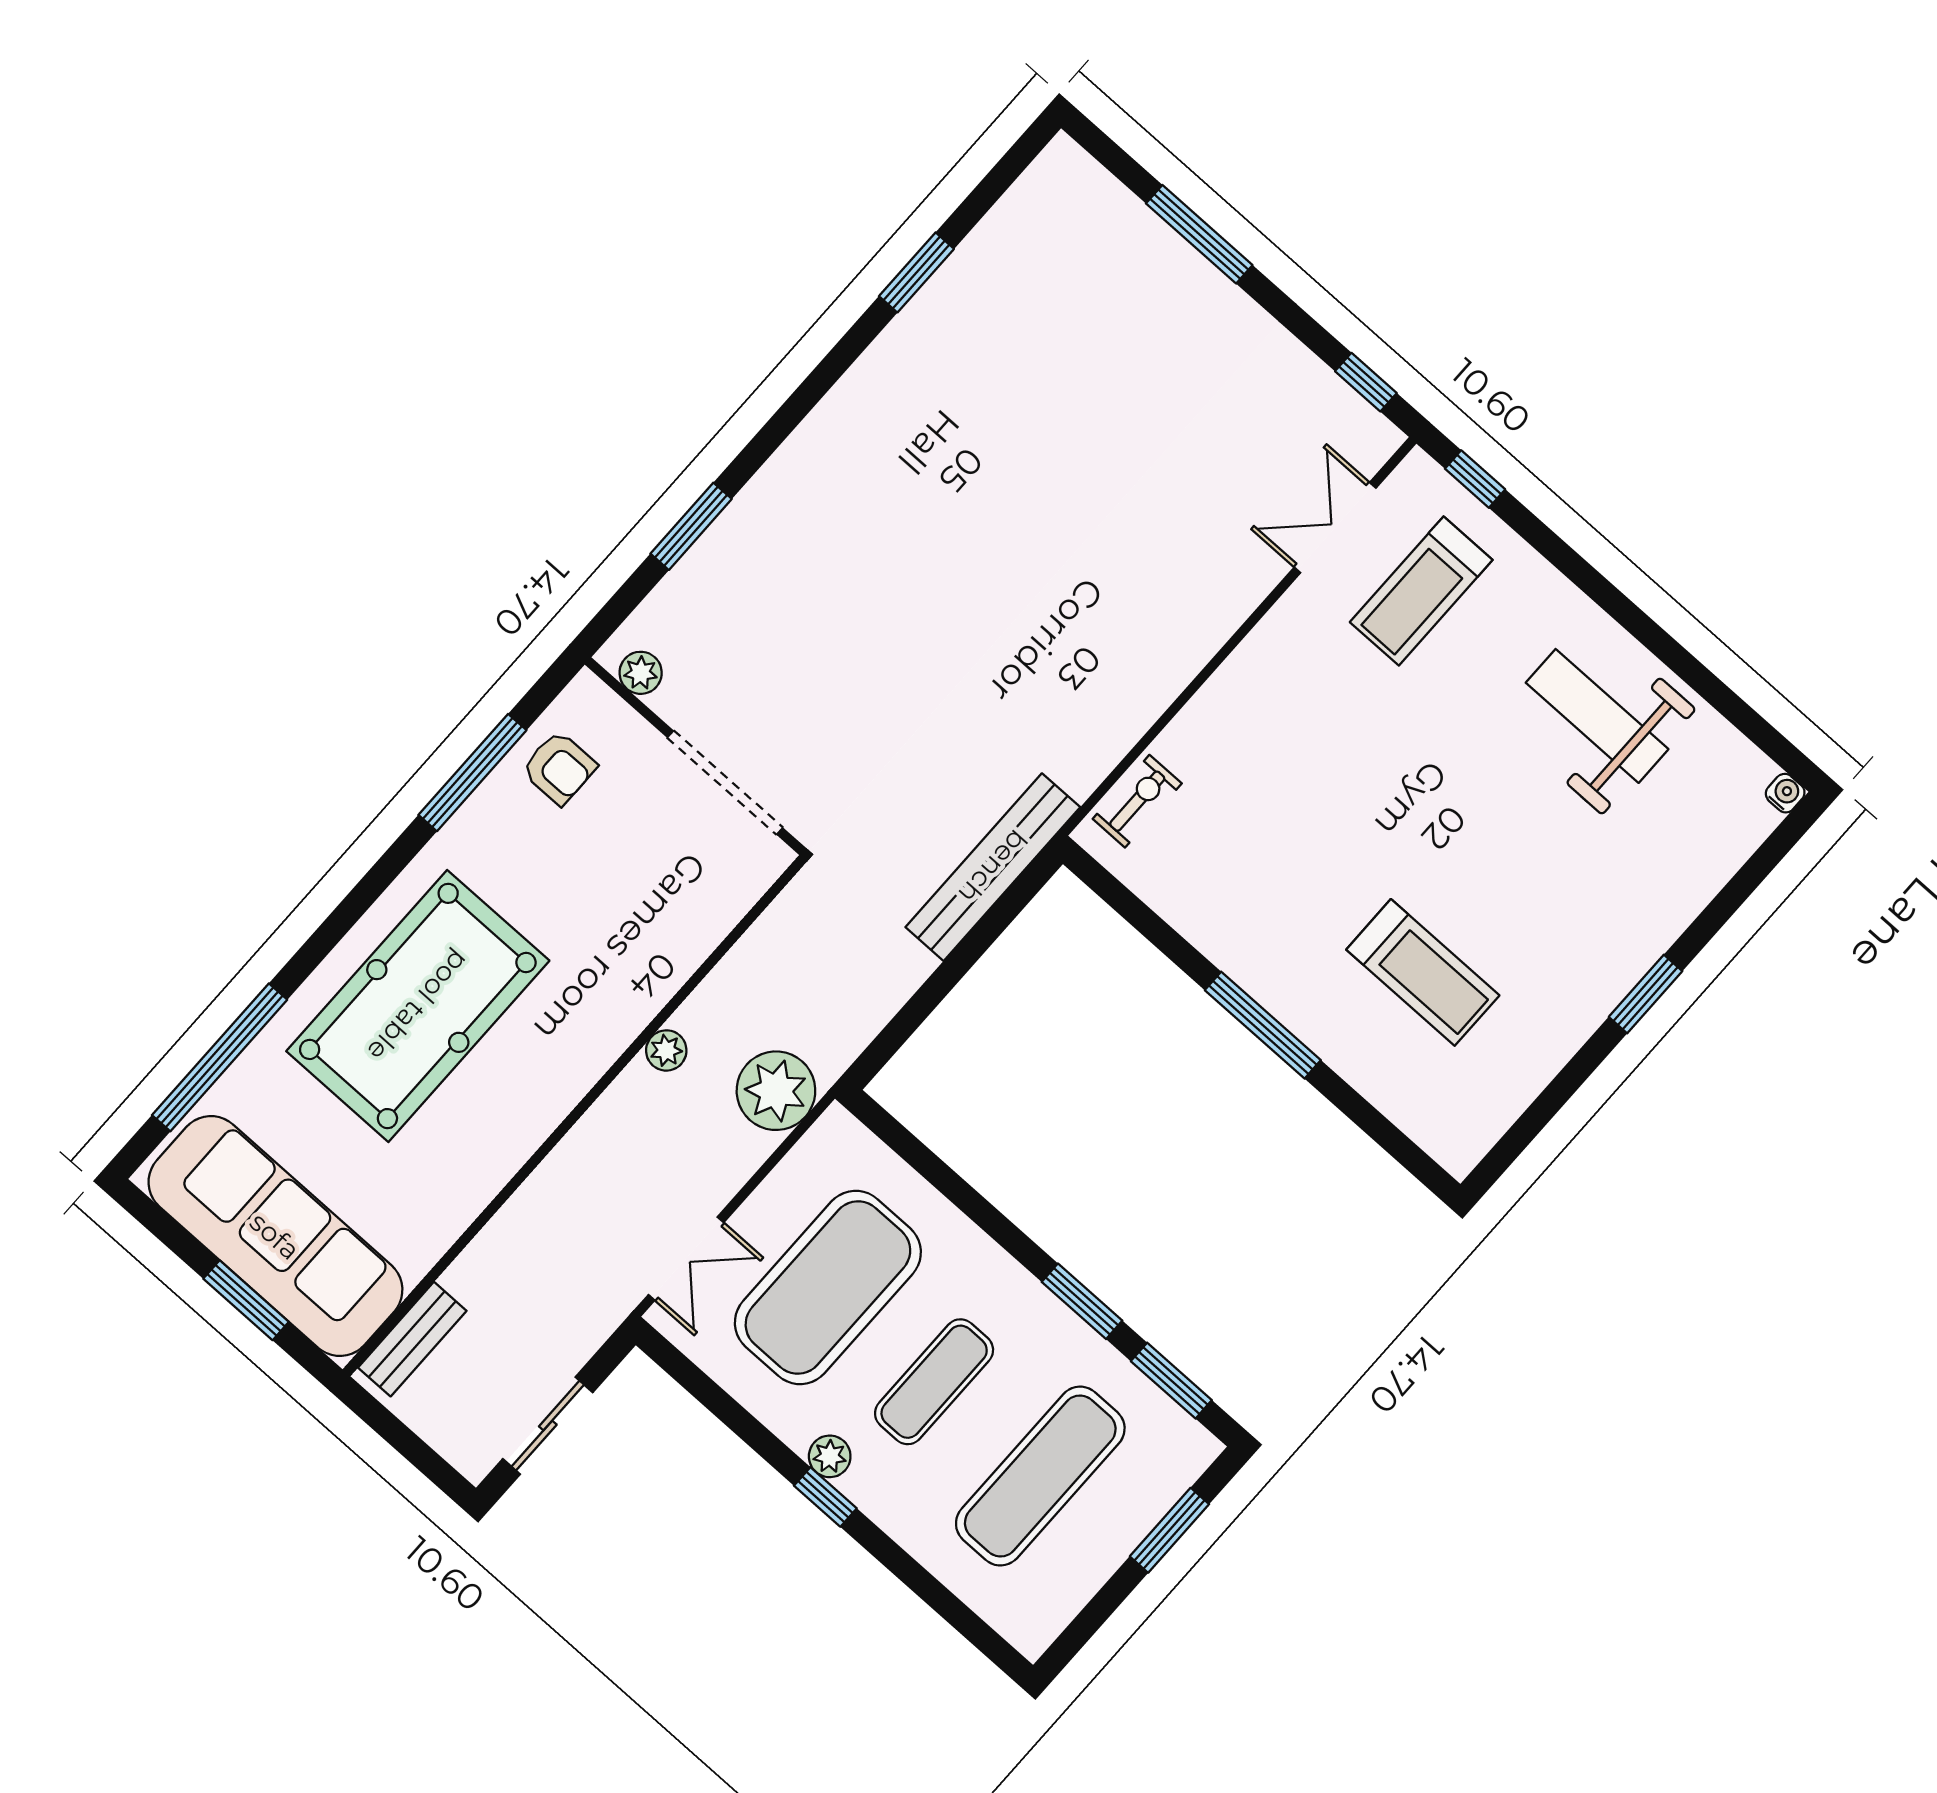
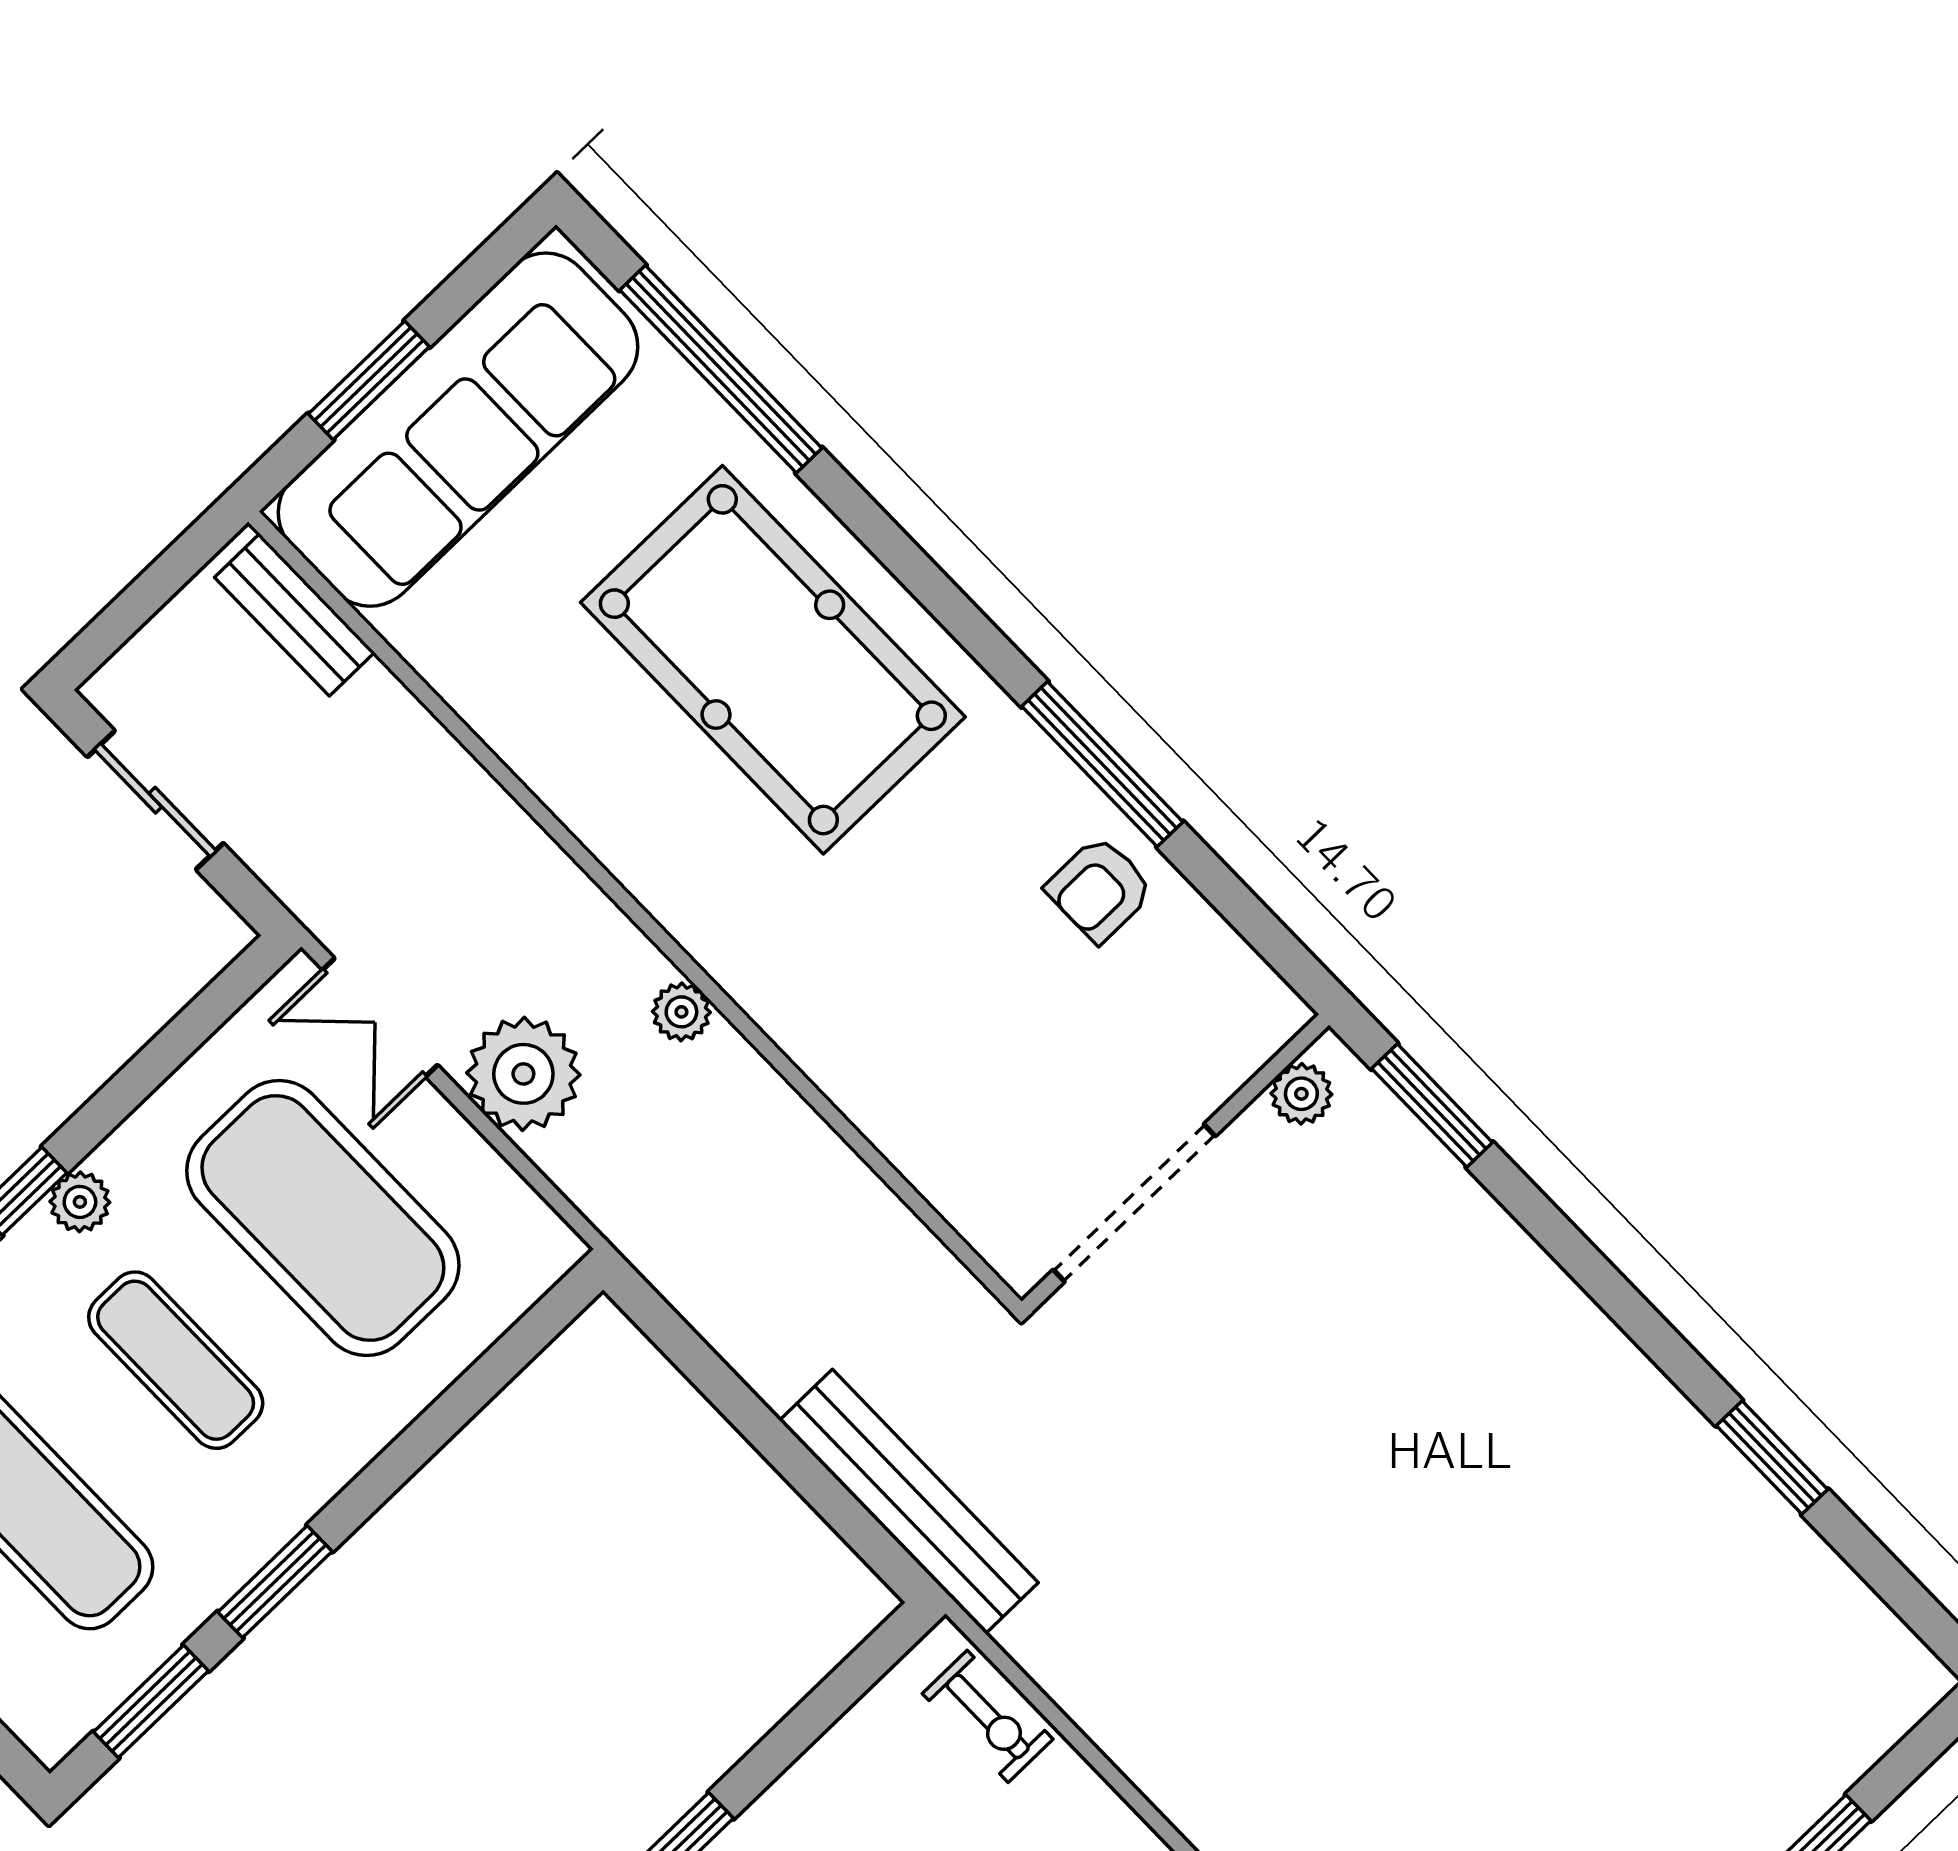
plant: (641, 673) -> (1301, 1094), moved
wall: (695, 756) -> (1175, 1163), moved
doorway: (725, 783) -> (1134, 1203), moved
plant: (776, 1091) -> (523, 1074), moved

